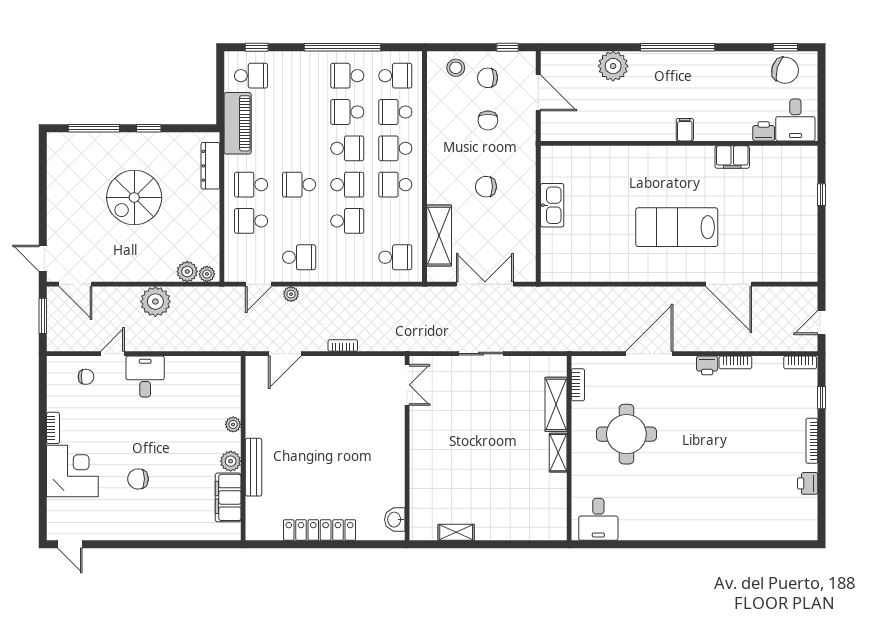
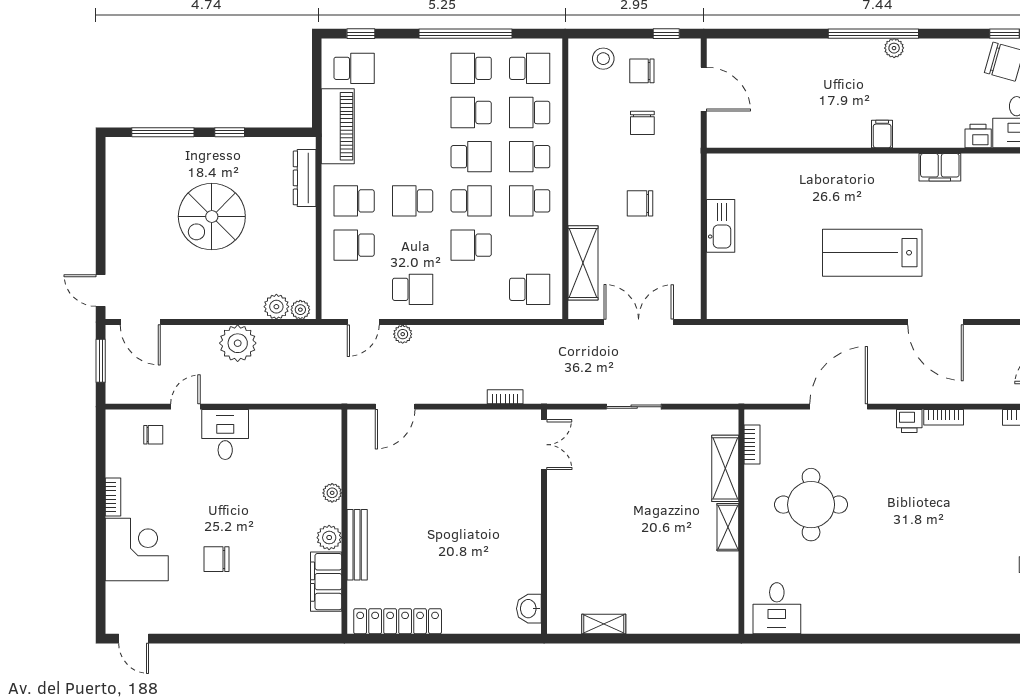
plant: (613, 66) -> (894, 48), moved, width x0.53, depth x0.53
school desk: (347, 221) -> (471, 245), turned 180
bookcase: (343, 345) -> (505, 397), moved
locker: (319, 530) -> (398, 621), moved

